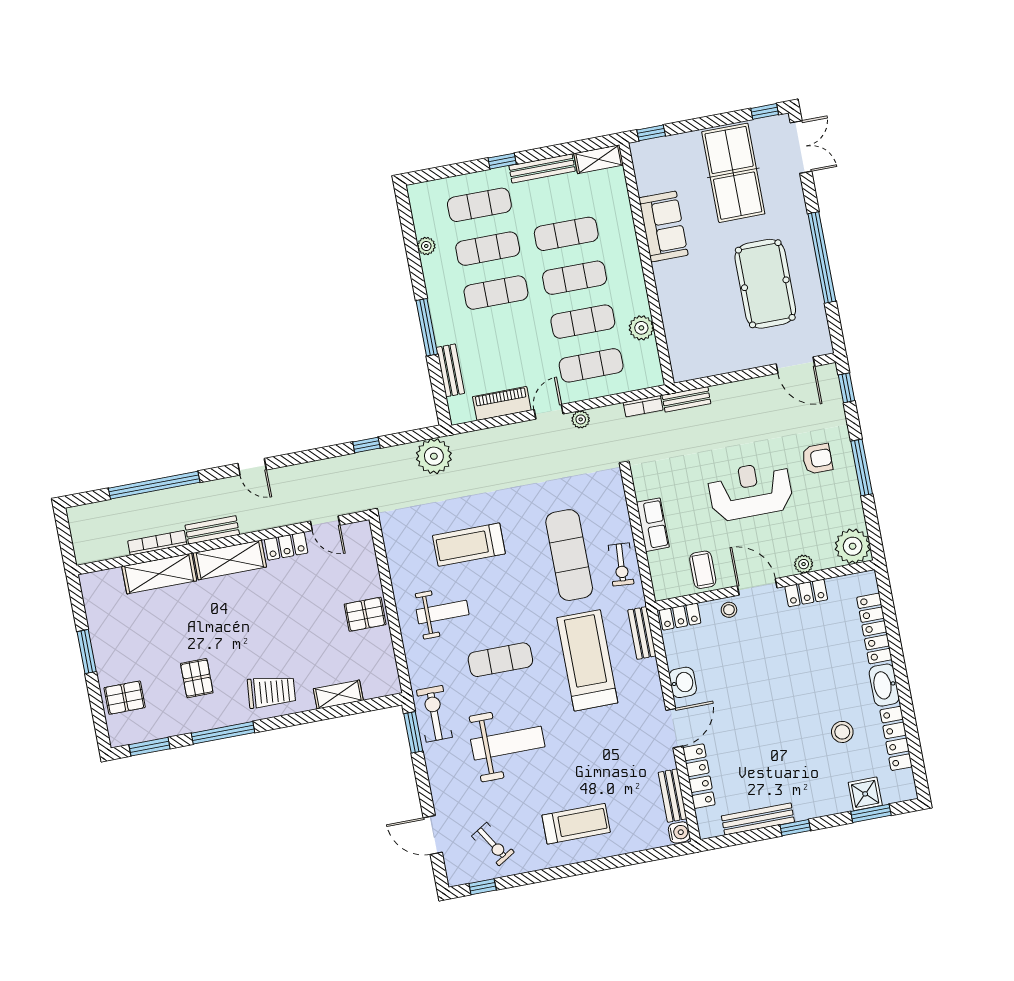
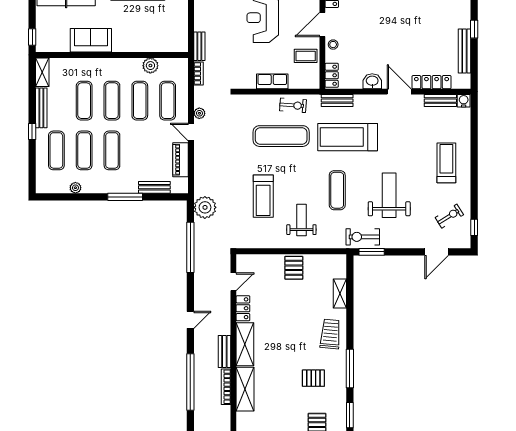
window: (366, 445) -> (190, 247), width x3.17

